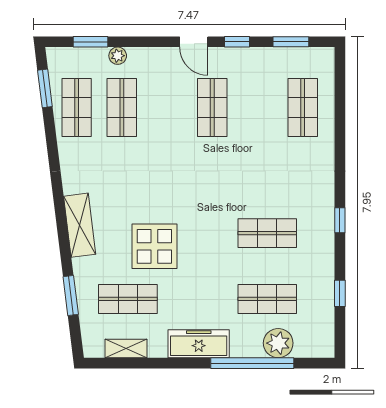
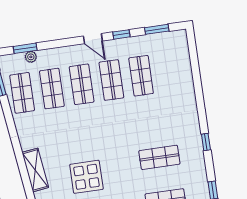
plant: (118, 56) -> (31, 57), moved
shop shelf: (167, 107) -> (82, 84), added
shop shelf: (303, 107) -> (141, 76), moved

